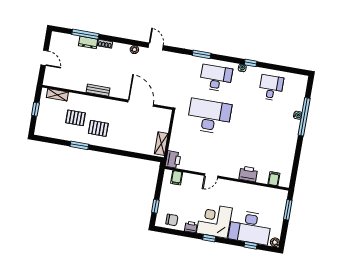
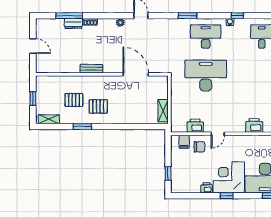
shelving: (57, 95) -> (49, 119), moved
printer: (173, 160) -> (195, 126), moved, turned -90
chair: (172, 220) -> (199, 147), moved

